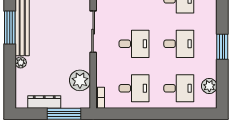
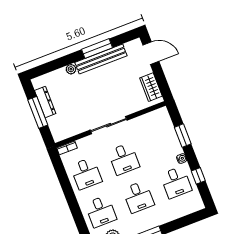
sliding door: (93, 32) -> (109, 125), moved
plant: (80, 80) -> (75, 125), removed
window: (64, 114) -> (38, 112), moved

